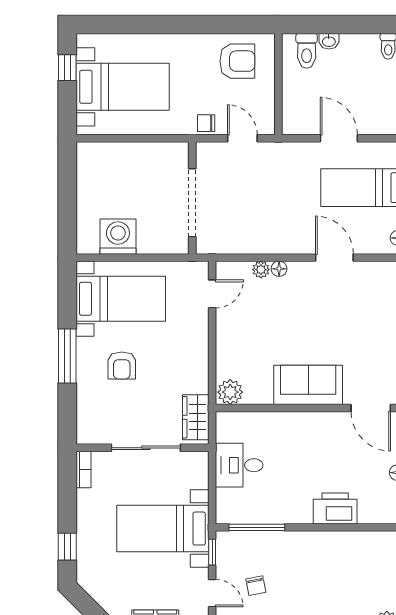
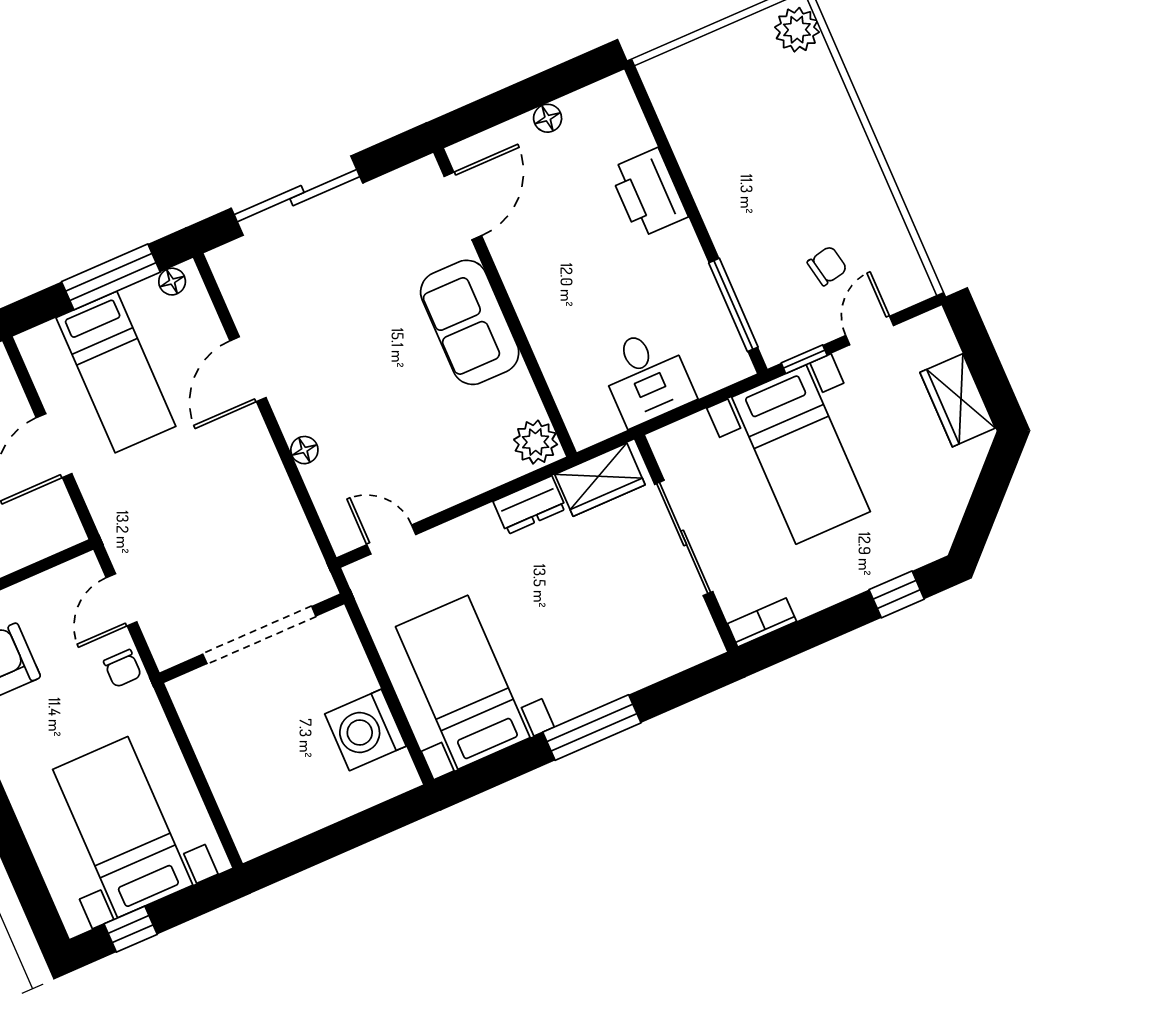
plant: (261, 270) -> (318, 478), removed
armchair: (122, 366) -> (569, 634), removed
dresser: (198, 374) -> (530, 505), added

